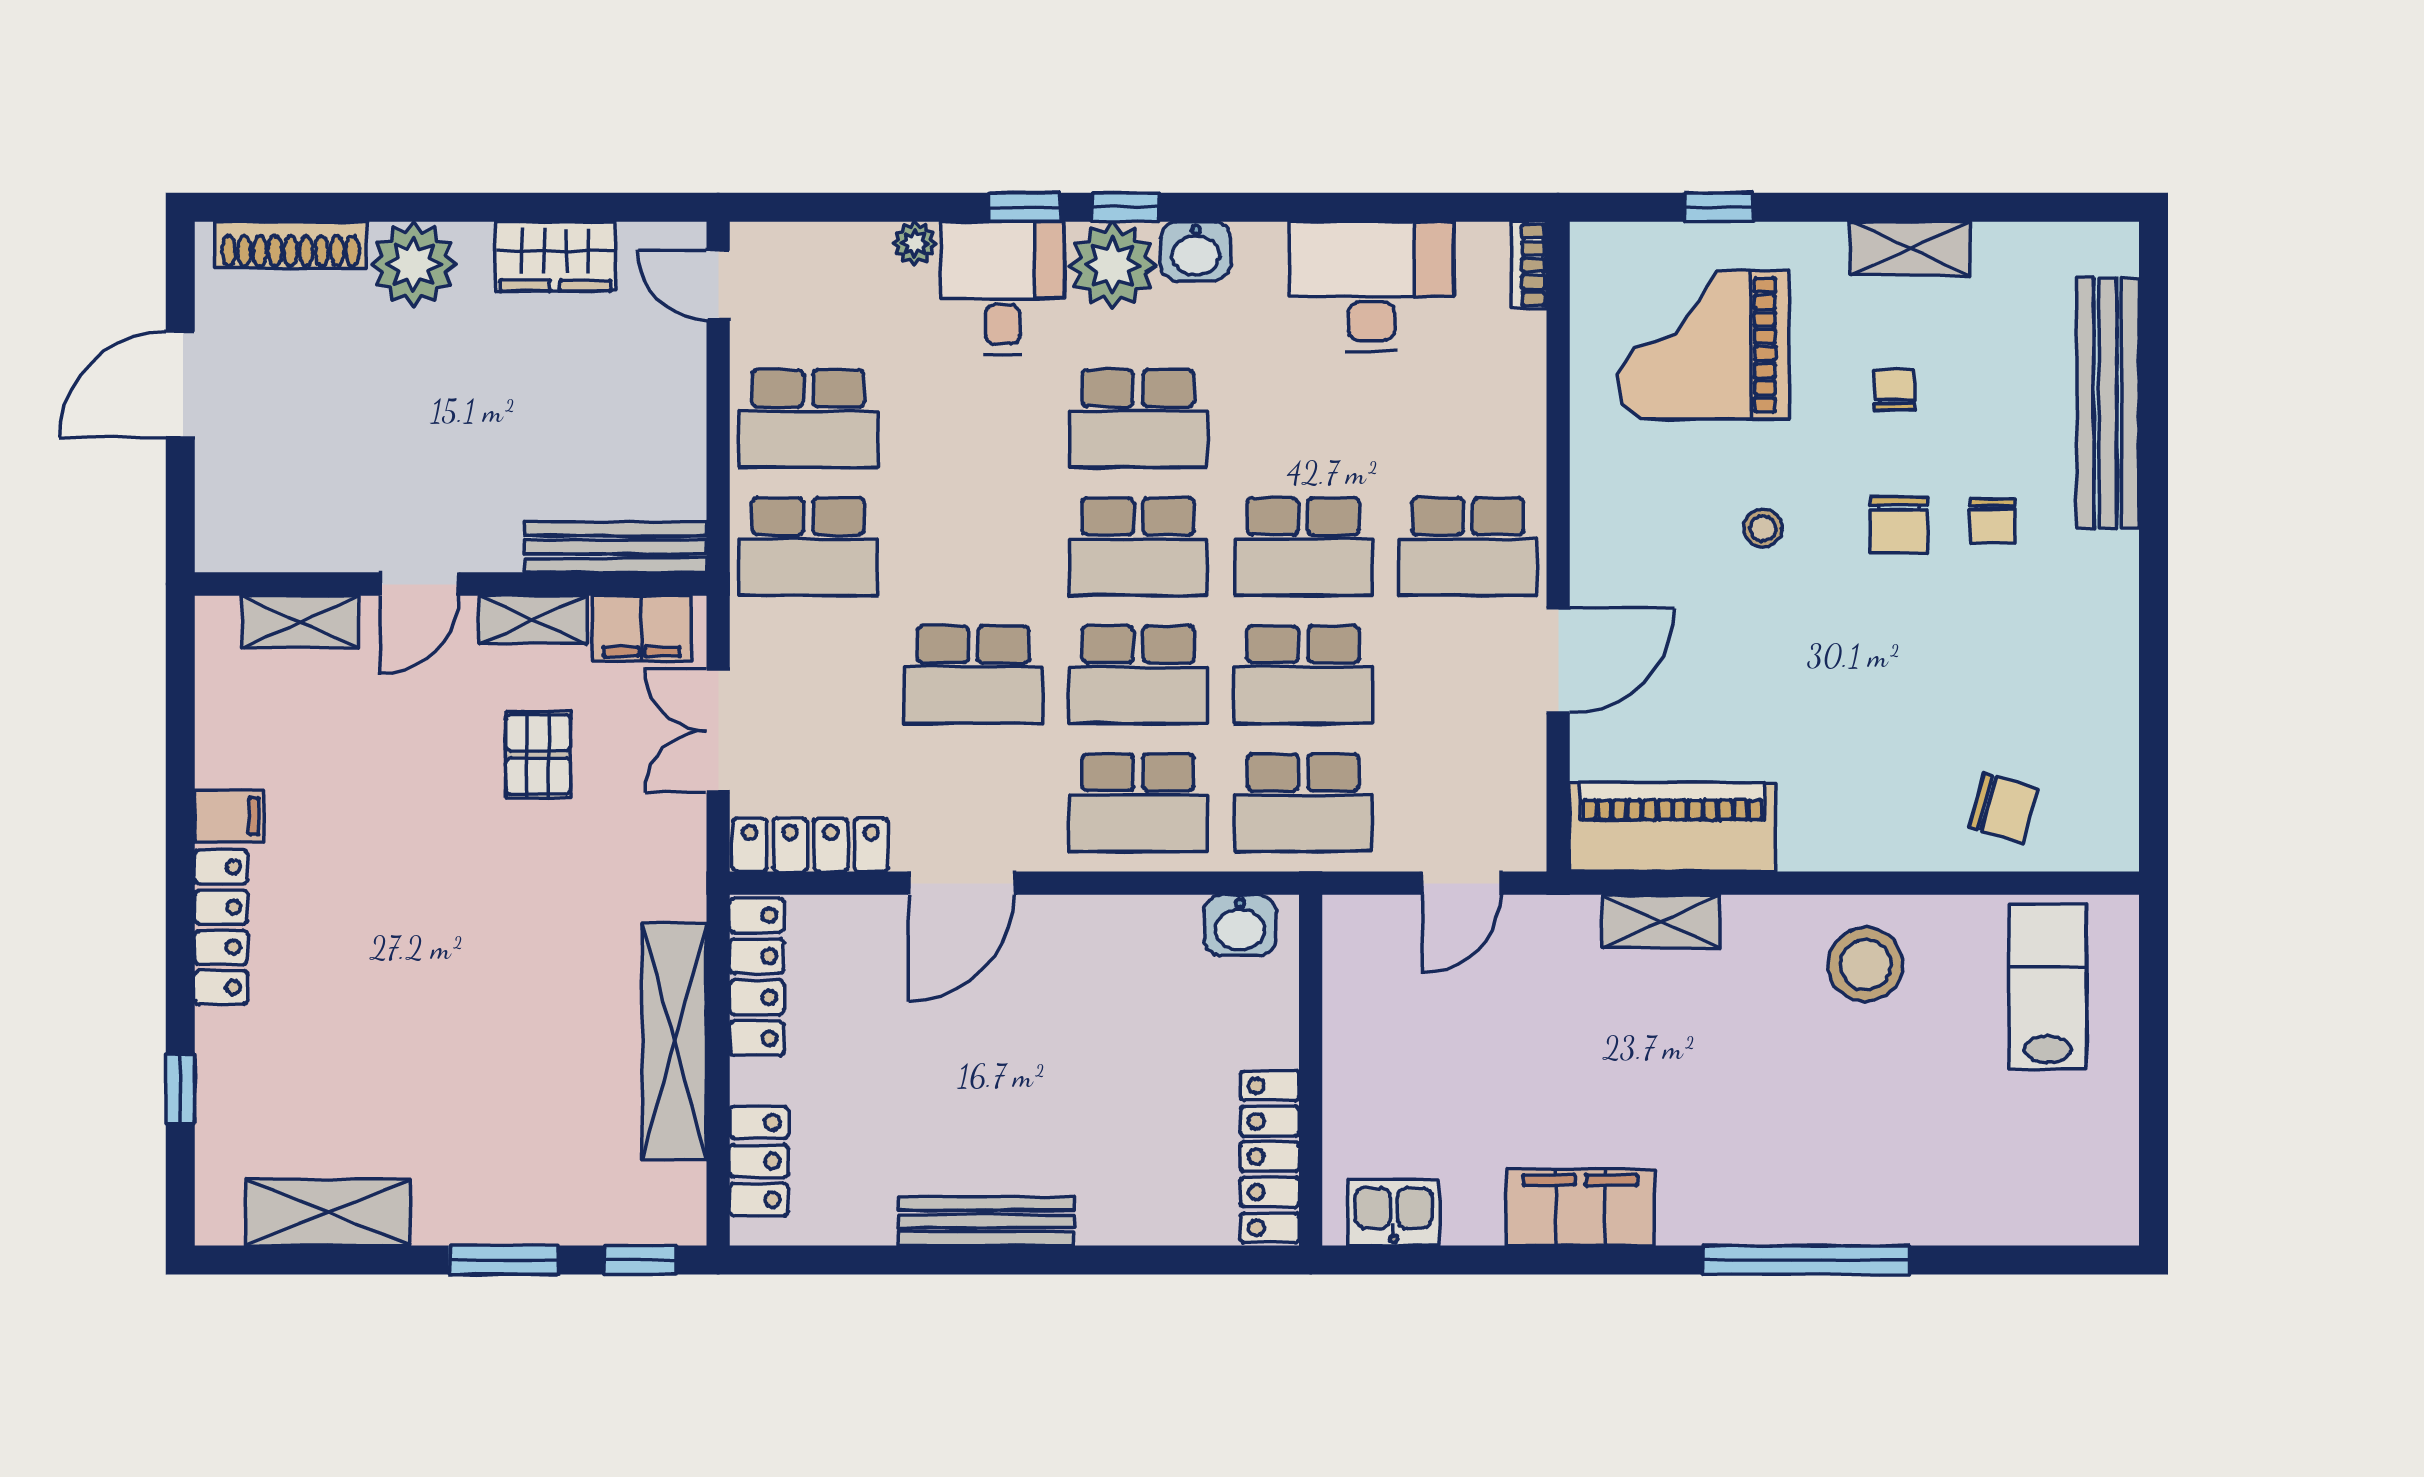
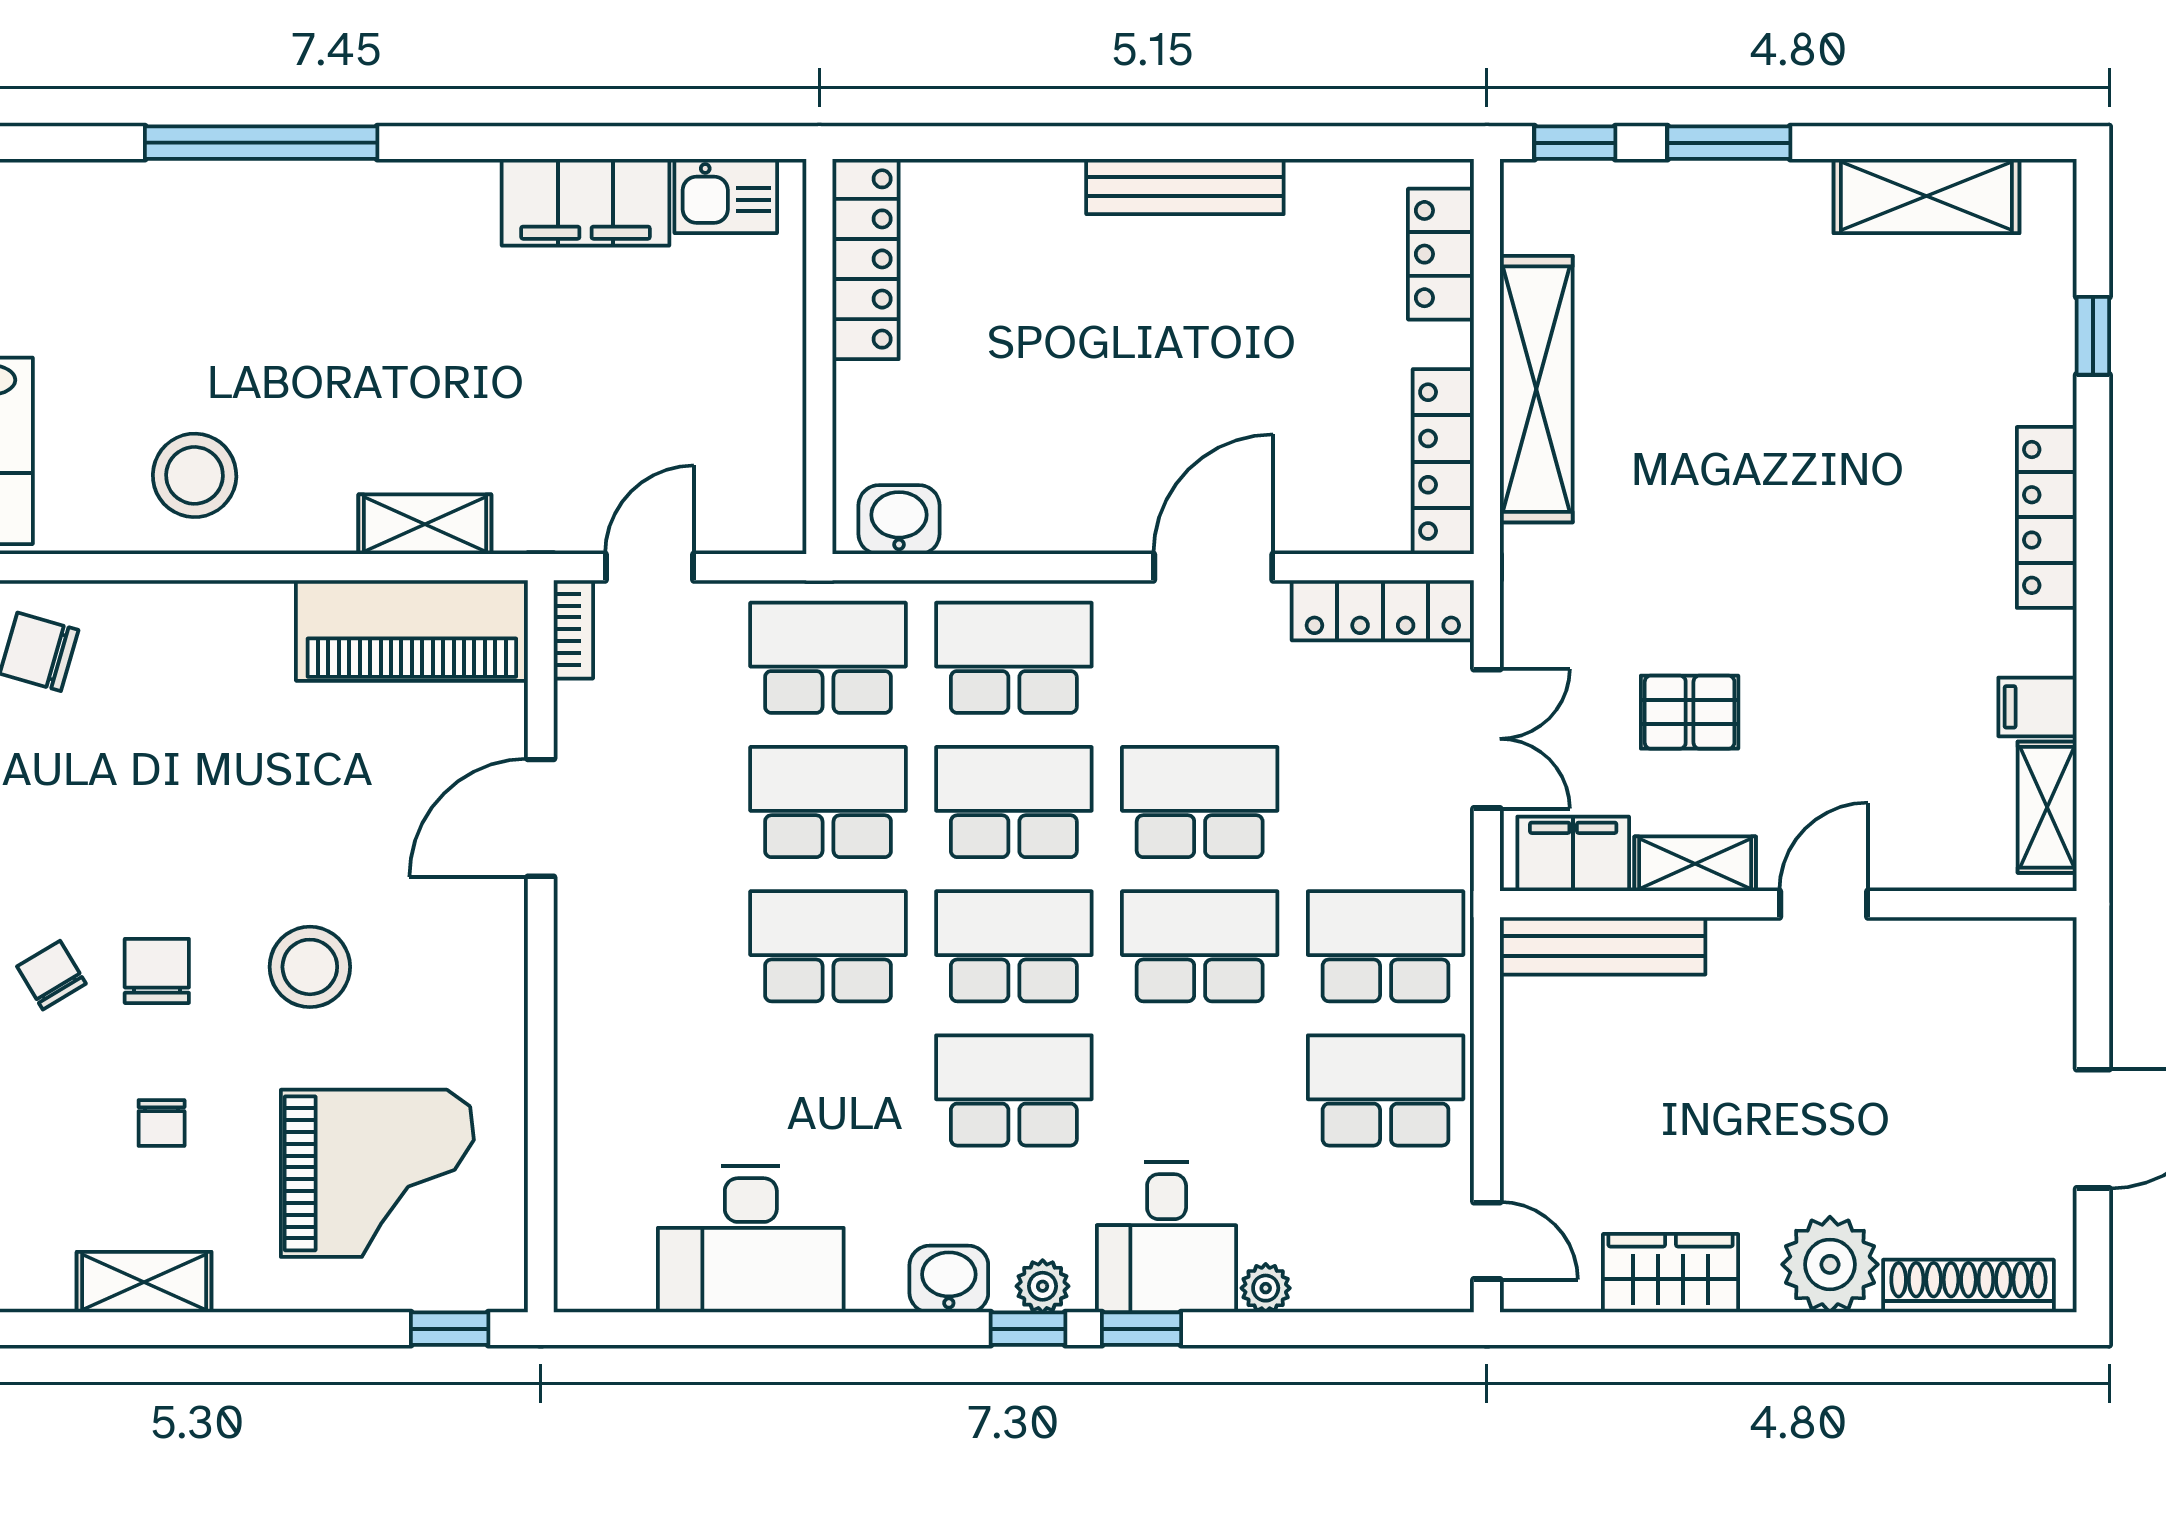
window: (1719, 207) -> (450, 1329), moved
plant: (1113, 265) -> (1043, 1286), width x0.53, depth x0.53
bookcase: (1529, 265) -> (573, 629), moved
chair: (1992, 521) -> (51, 975), turned -31
stool: (1763, 528) -> (310, 967), width x1.89, depth x1.89
school desk: (1468, 547) -> (1200, 946), moved
shelving: (301, 622) -> (2047, 807), moved, turned 90
pallet: (538, 754) -> (1690, 712), turned 90
filing cabinet: (229, 816) -> (2037, 707), moved
filing cabinet: (1580, 1207) -> (585, 202), moved

